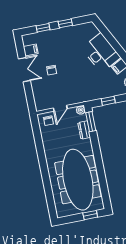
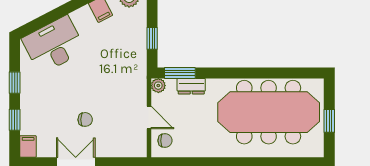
filing cabinet: (31, 50) -> (28, 146), moved
desk: (101, 53) -> (54, 45), moved
window: (90, 215) -> (329, 121), moved

